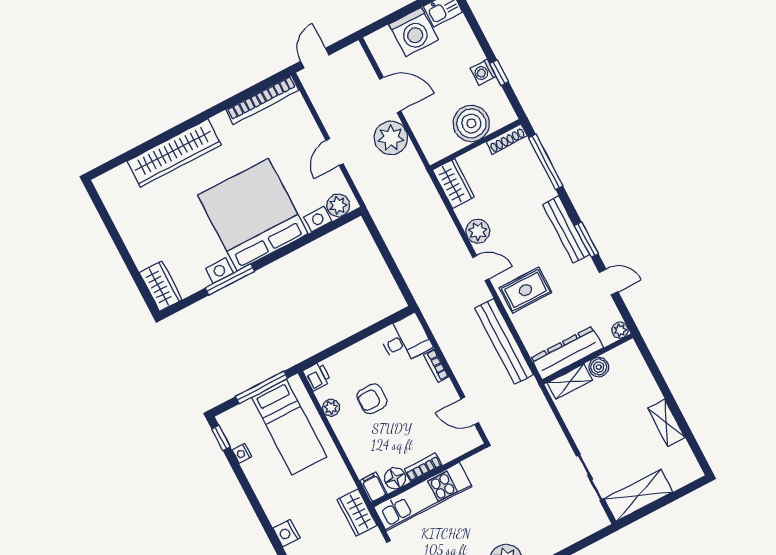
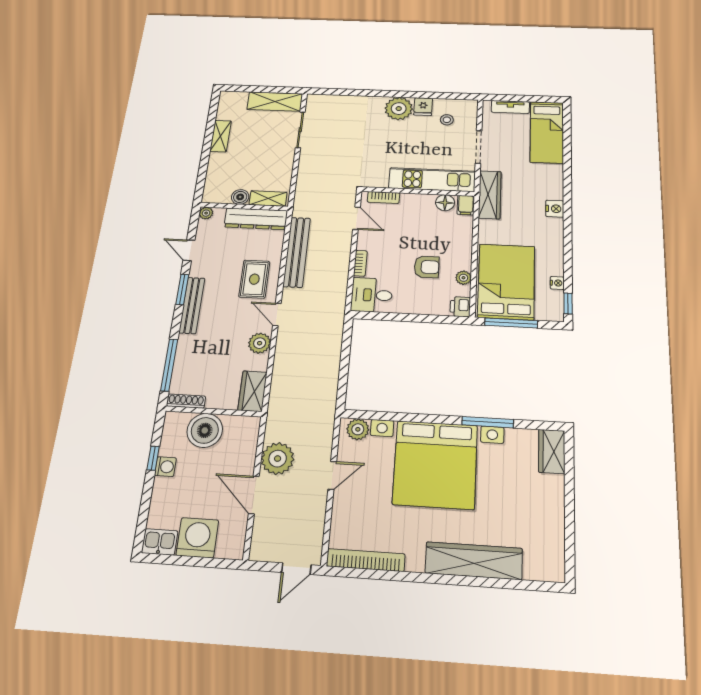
rug: (526, 290) -> (254, 279), turned 90
bed: (289, 427) -> (506, 282), width x1.50
bookcase: (423, 467) -> (384, 197), moved
wardrobe: (357, 512) -> (490, 195), width x1.50

